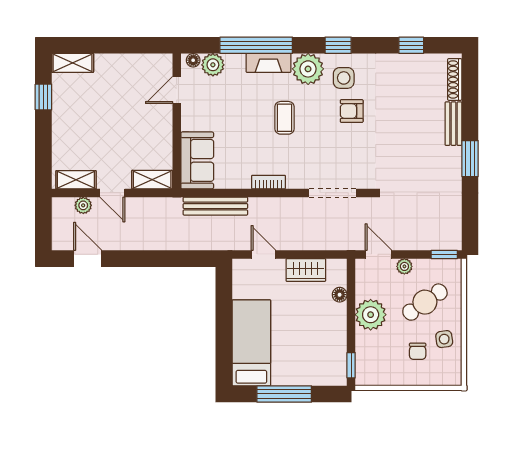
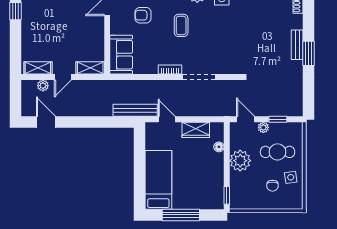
armchair: (352, 111) -> (143, 15), moved
bench: (453, 124) -> (297, 45), moved
door: (112, 193) -> (63, 77), hinge flipped
doorway: (332, 193) -> (199, 77), moved
bench: (215, 206) -> (135, 110), moved
window: (444, 254) -> (278, 119), moved
cafe table: (425, 302) -> (277, 152), turned 35

